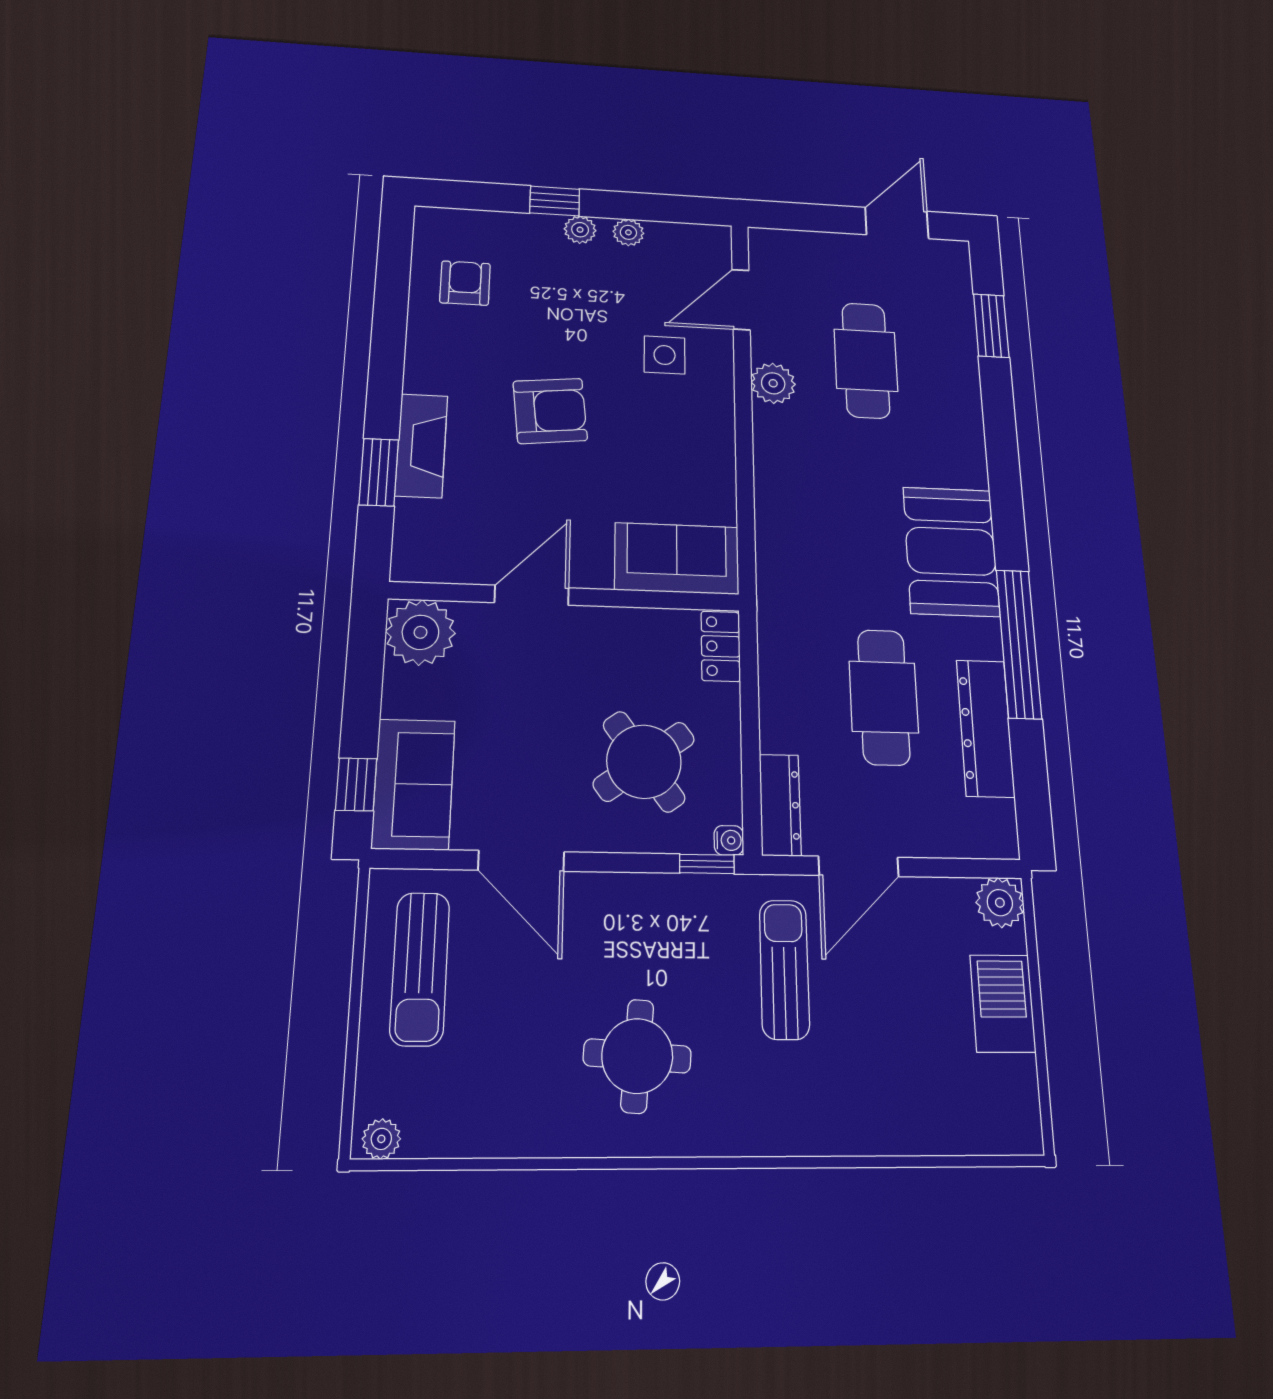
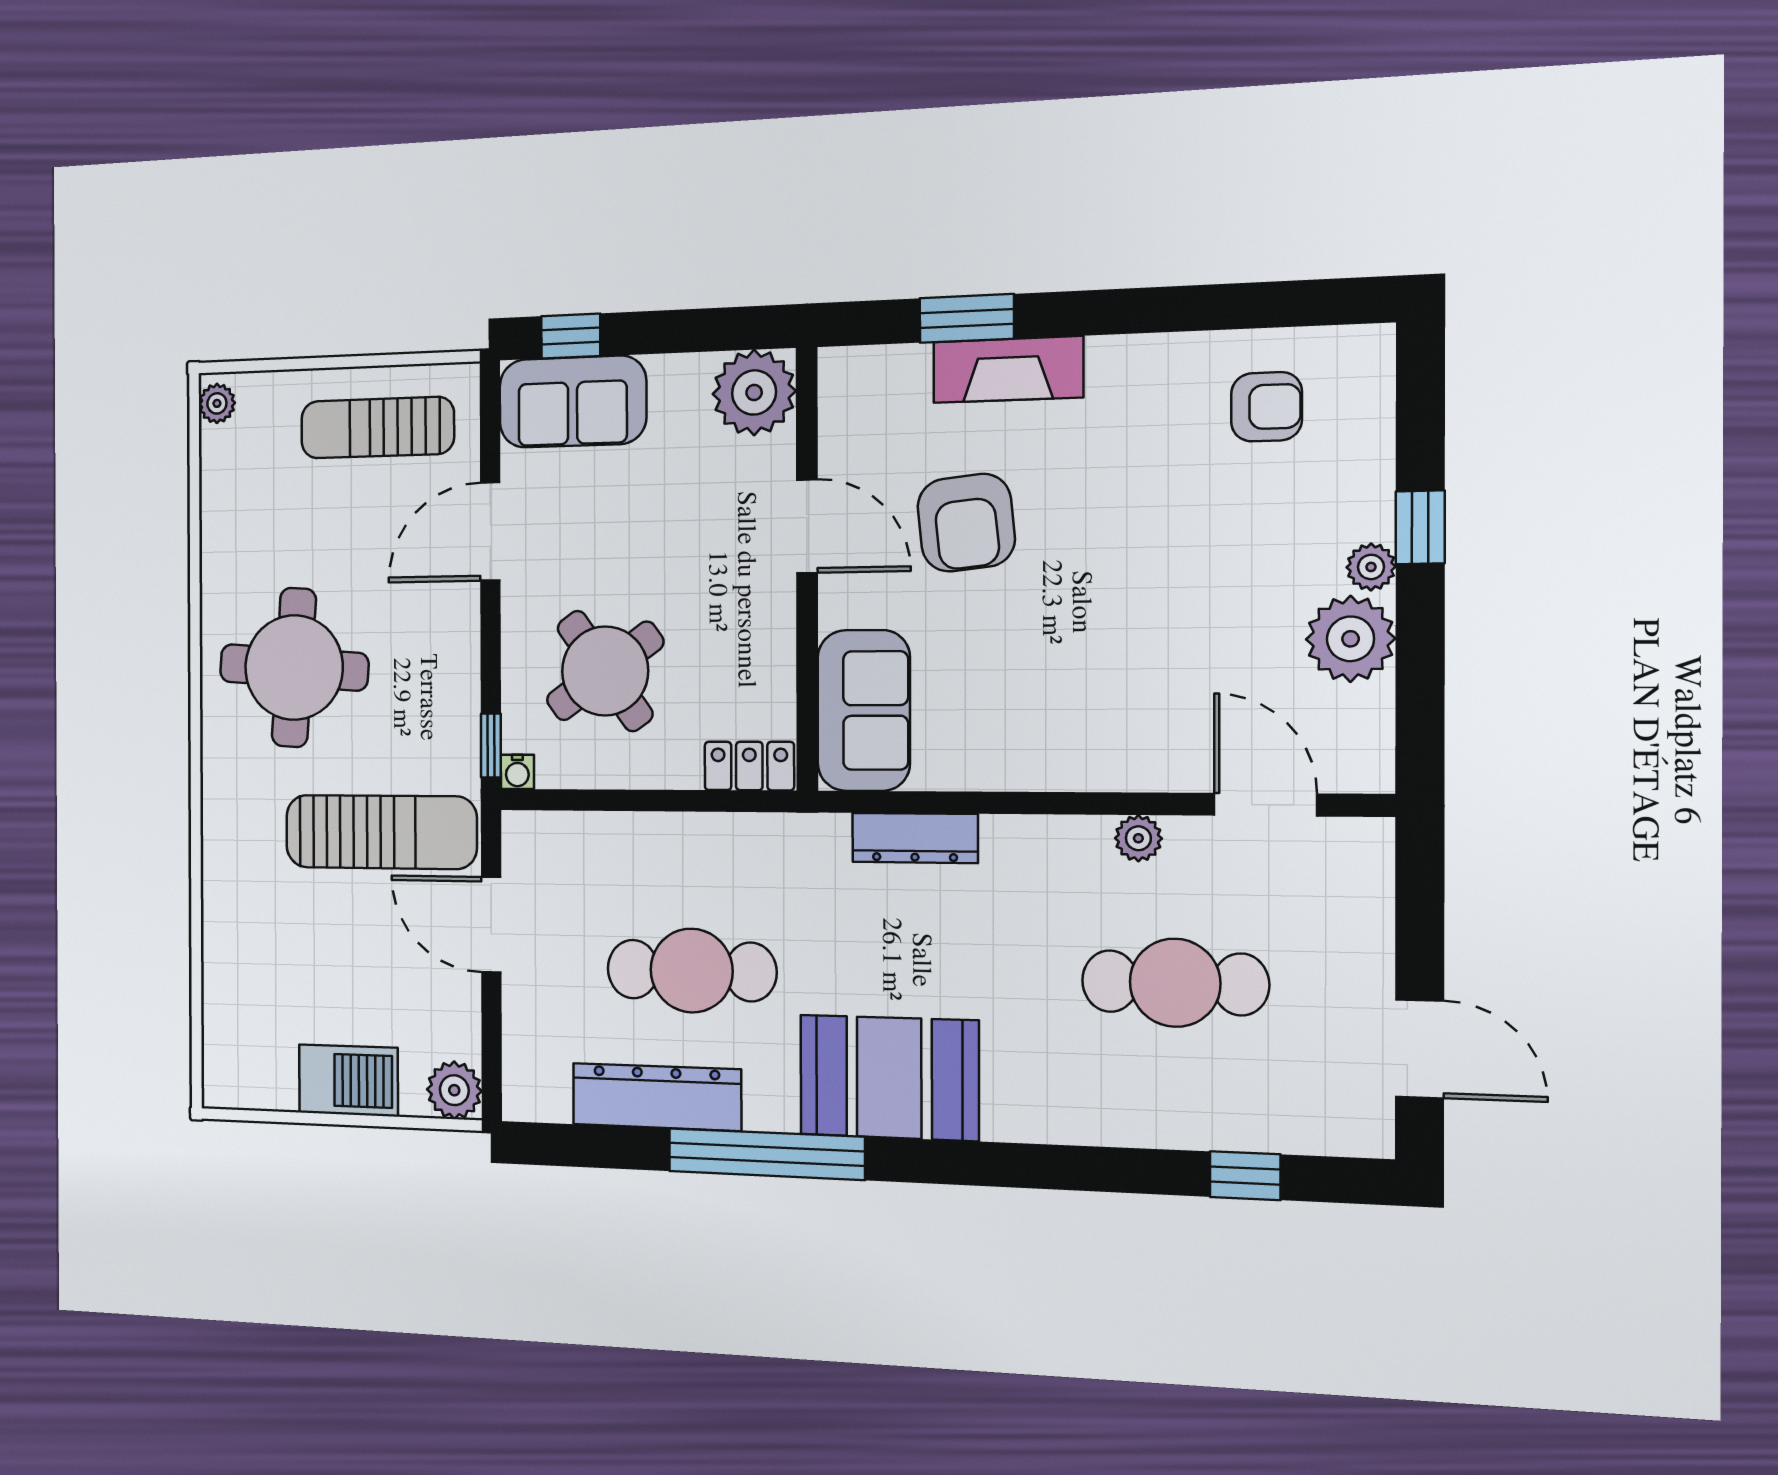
plant: (628, 232) -> (1351, 639), width x1.88, depth x1.88
window: (991, 326) -> (1245, 1176), width x0.67
side table: (665, 355) -> (1166, 693), removed
plant: (773, 383) -> (1138, 838), width x0.73, depth x0.73
armchair: (550, 411) -> (966, 523), moved
dresser: (780, 805) -> (915, 838), moved
sun lounger: (784, 969) -> (381, 832), width x1.36, depth x1.34
round table: (637, 1056) -> (294, 668), width x1.36, depth x1.36

